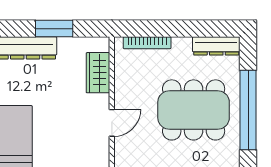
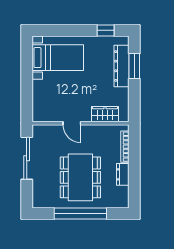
window: (54, 29) -> (134, 66), moved
dresser: (216, 46) -> (123, 174), moved, width x0.70

